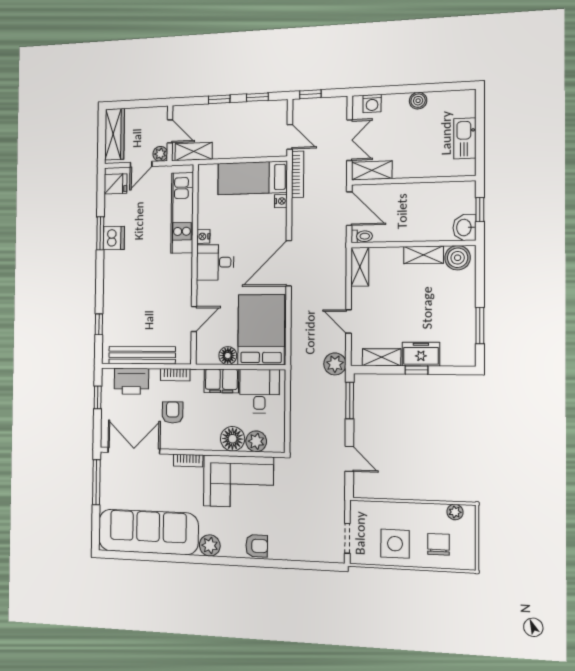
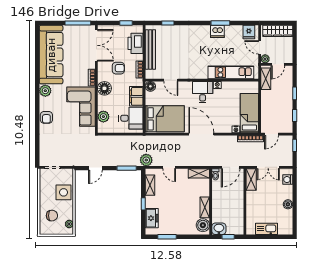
door: (349, 322) -> (169, 167), swing flipped
freezer: (421, 354) -> (152, 218), moved
floor lamp: (228, 356) -> (150, 86), moved
floor lamp: (233, 439) -> (104, 88), moved
side table: (395, 544) -> (64, 192), moved

